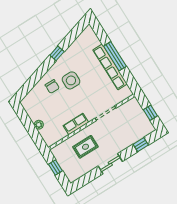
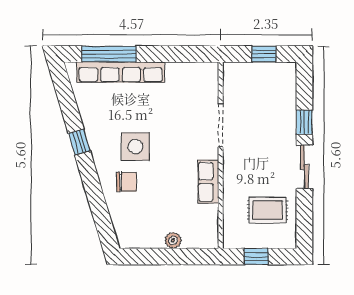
window: (115, 56) -> (109, 54), moved
row of seats: (110, 67) -> (121, 72), moved
window: (141, 145) -> (304, 122), moved
rug: (85, 147) -> (268, 210), moved, turned 90

